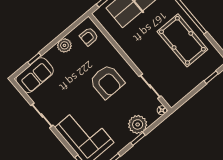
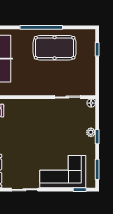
armchair: (107, 82) -> (39, 124), removed
plant: (138, 124) -> (91, 132), width x0.53, depth x0.53

